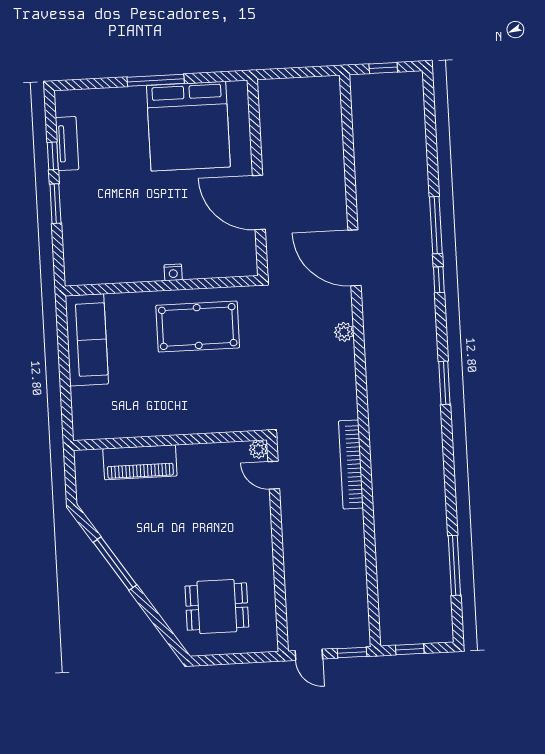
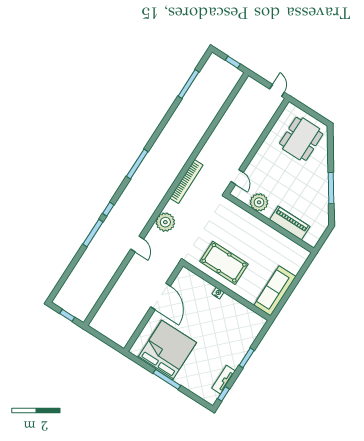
window: (53, 156) -> (224, 394), moved
door: (354, 258) -> (137, 244), width x0.53
plant: (344, 332) -> (165, 222), width x1.88, depth x1.88
window: (444, 383) -> (137, 164), width x1.44
plant: (258, 449) -> (259, 202), moved, width x1.87, depth x1.87
bookcase: (351, 464) -> (186, 182), moved
dining table: (217, 607) -> (301, 139), width x1.38
window: (352, 652) -> (258, 78), removed

